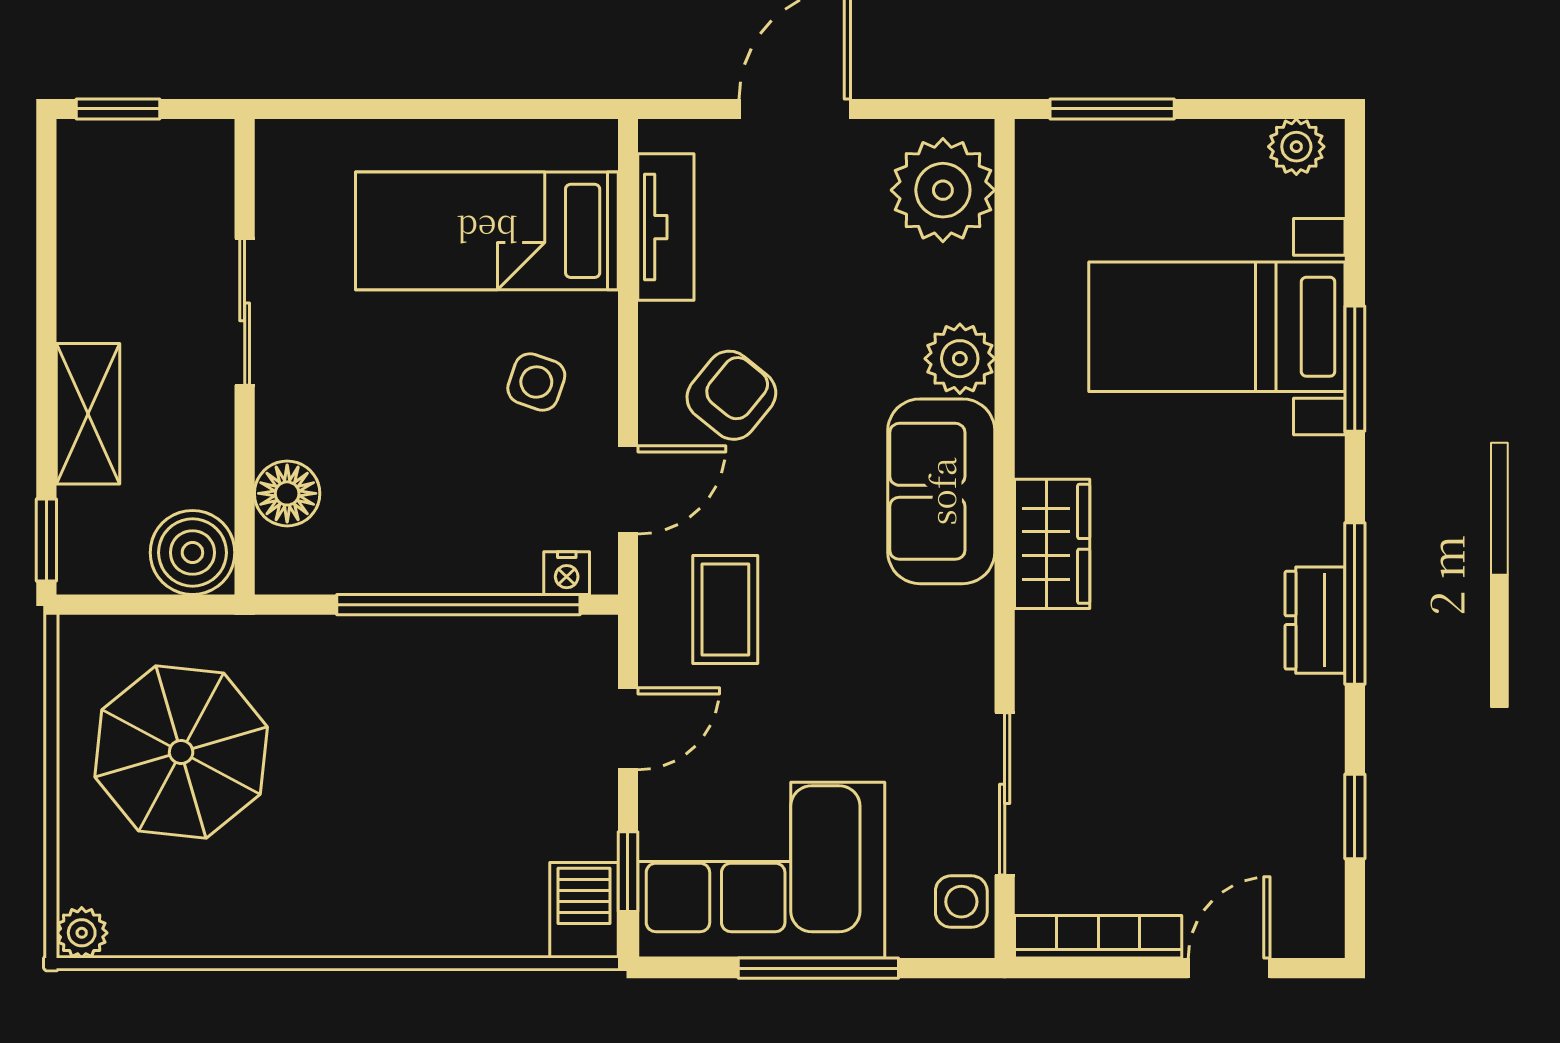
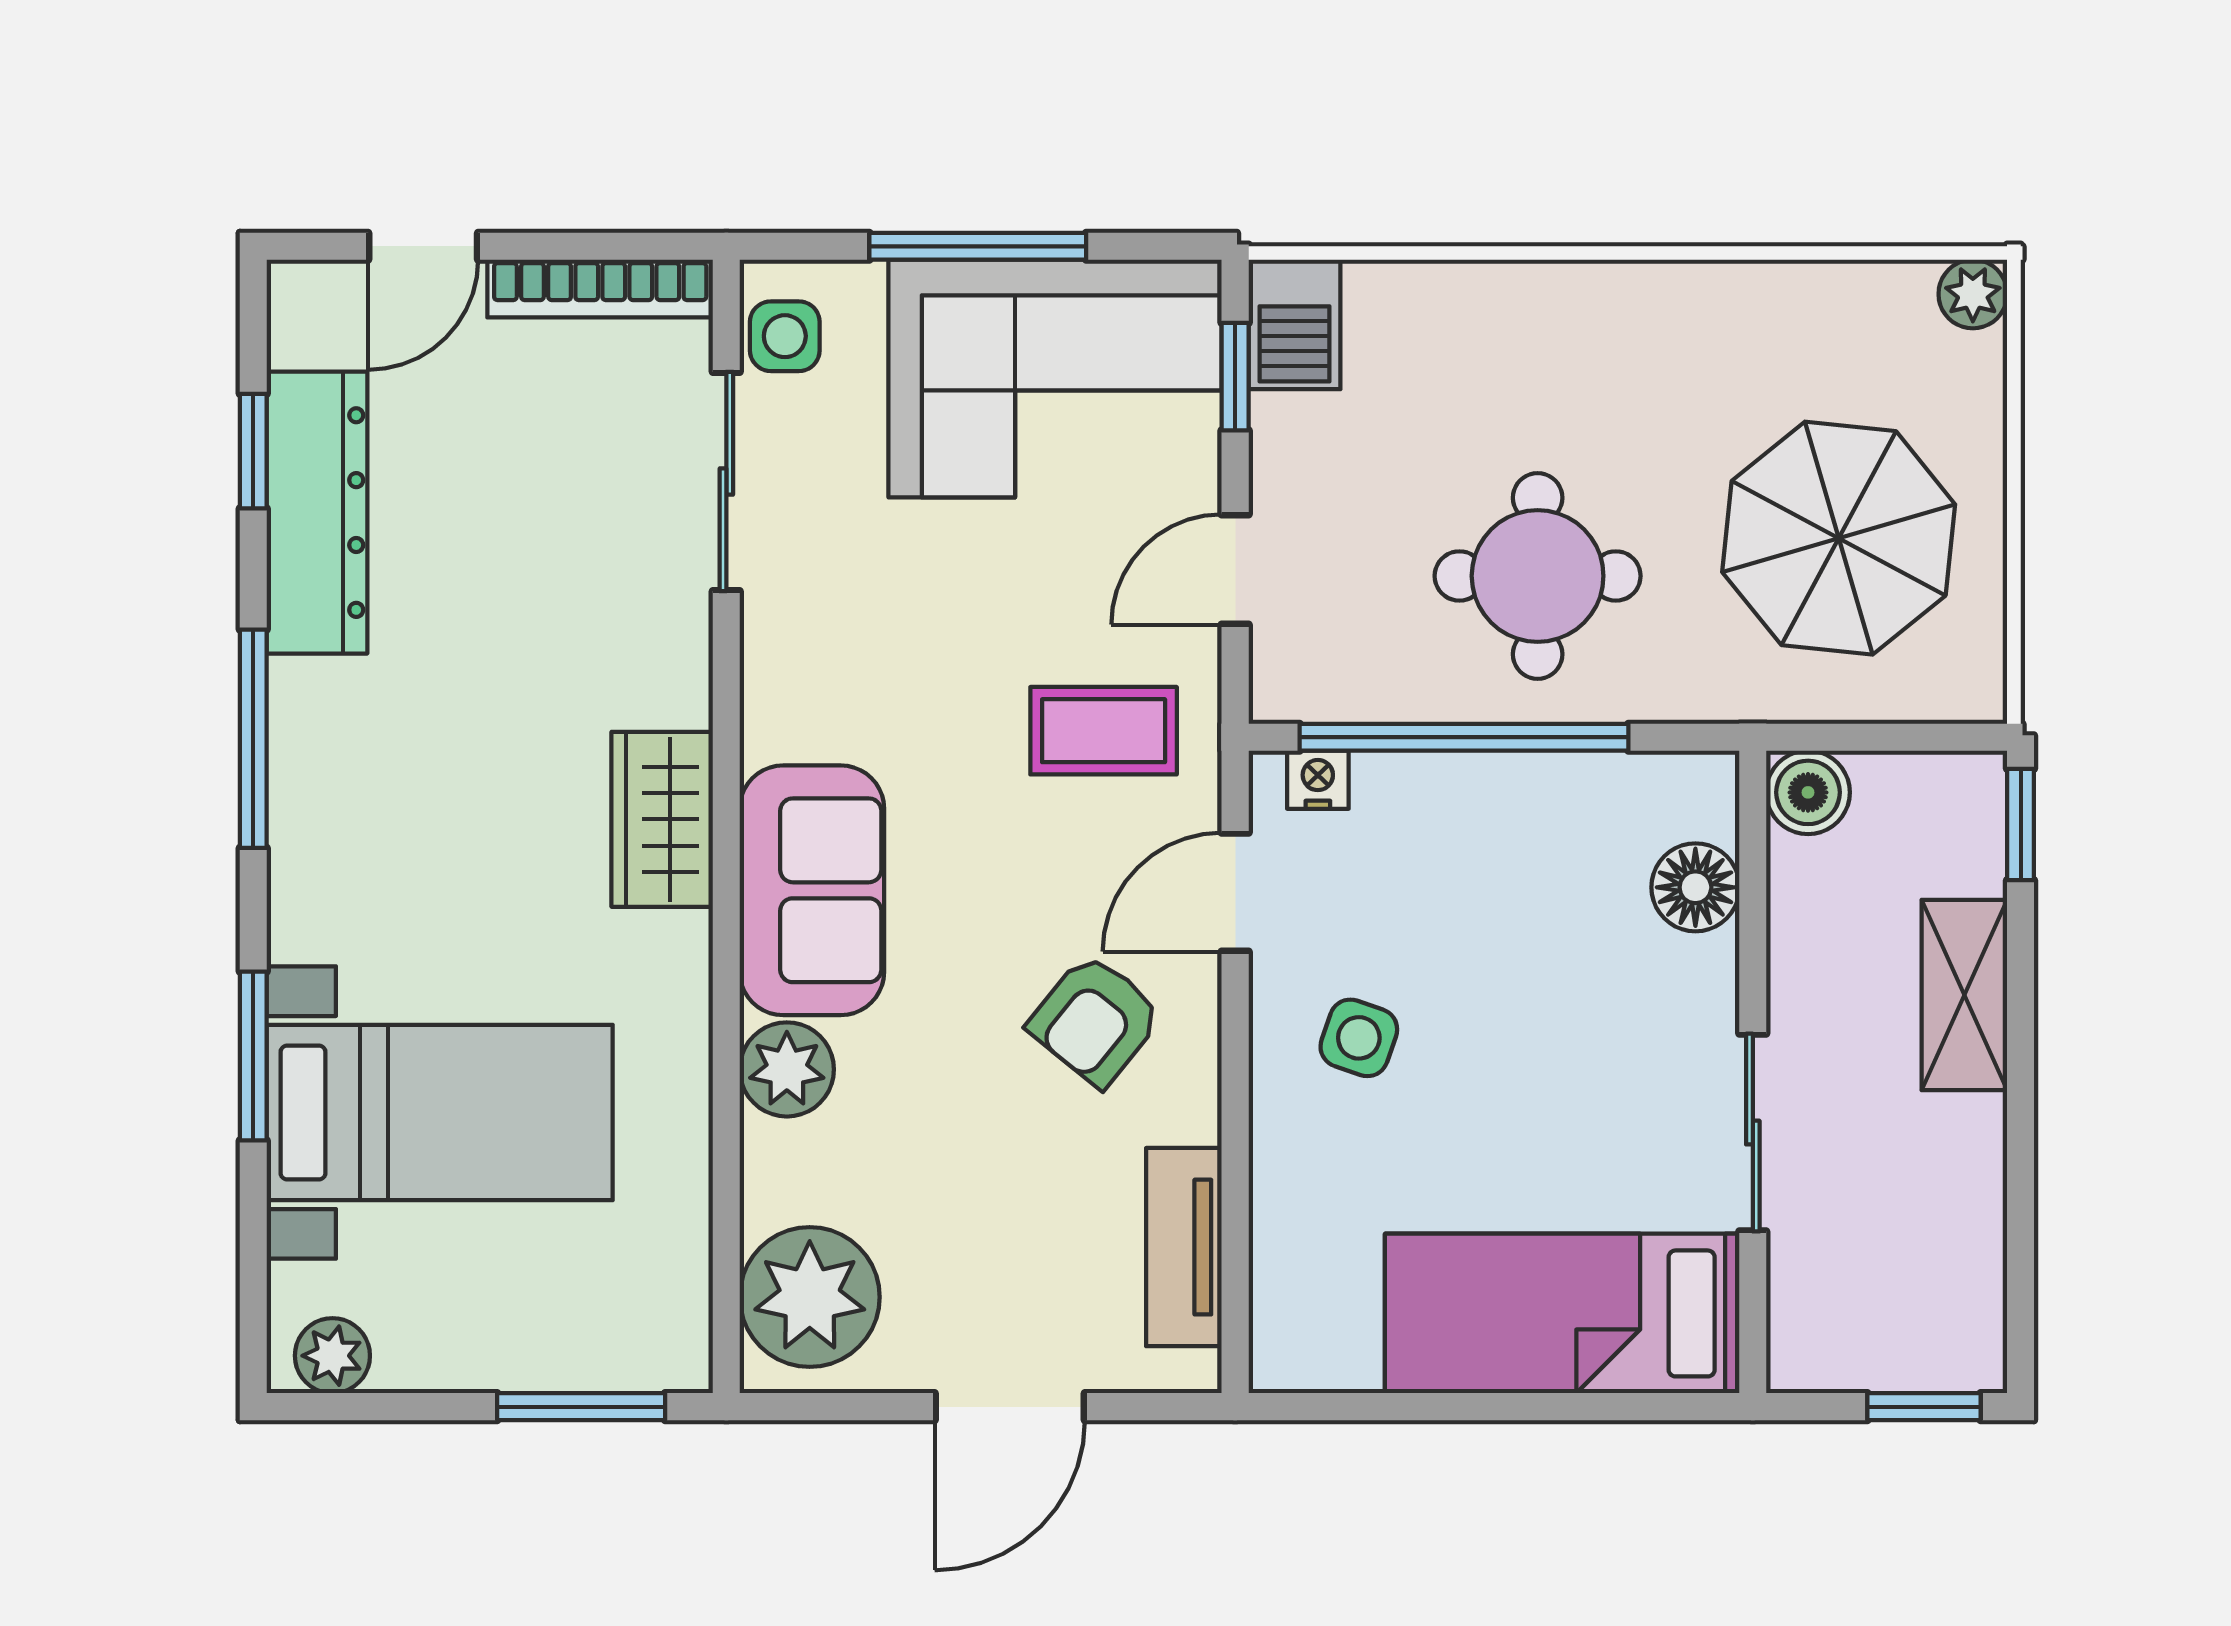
bed: (487, 231) -> (1562, 1313), moved, turned 180
boiler: (192, 553) -> (1808, 792), width x0.73, depth x0.73
coffee table: (725, 609) -> (1104, 731), turned 90
dresser: (1315, 620) -> (317, 513), moved, width x1.96, depth x1.24
round table: (404, 724) -> (1538, 576), added

